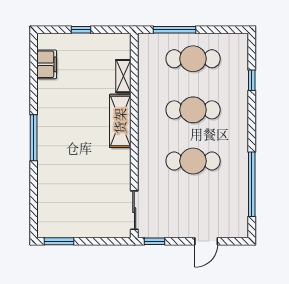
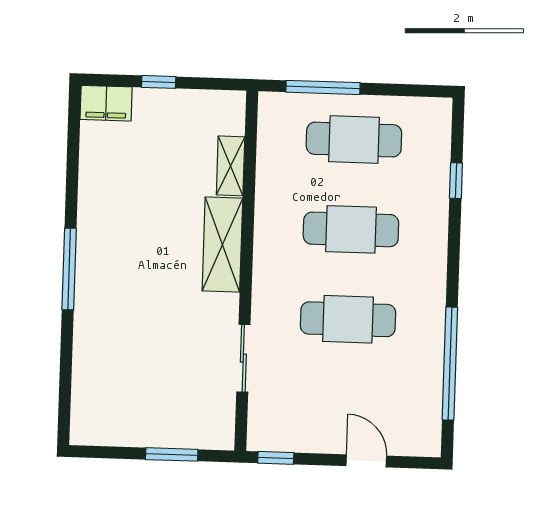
filing cabinet: (47, 64) -> (106, 103), moved, turned 90
sliding door: (134, 210) -> (243, 358), moved
window: (59, 241) -> (172, 454), moved
door: (206, 241) -> (366, 461), swing flipped

